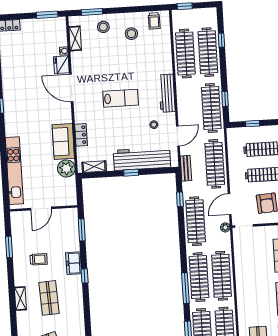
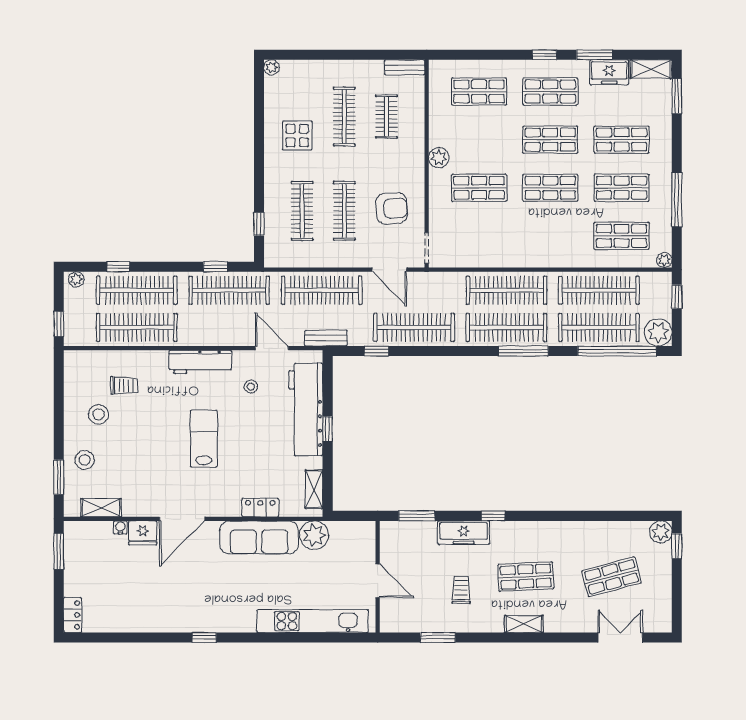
trolley: (154, 21) -> (124, 385), moved
sofa: (63, 141) -> (259, 537), width x1.36
plant: (225, 227) -> (76, 279), moved
freezer: (74, 263) -> (464, 533), width x1.40

